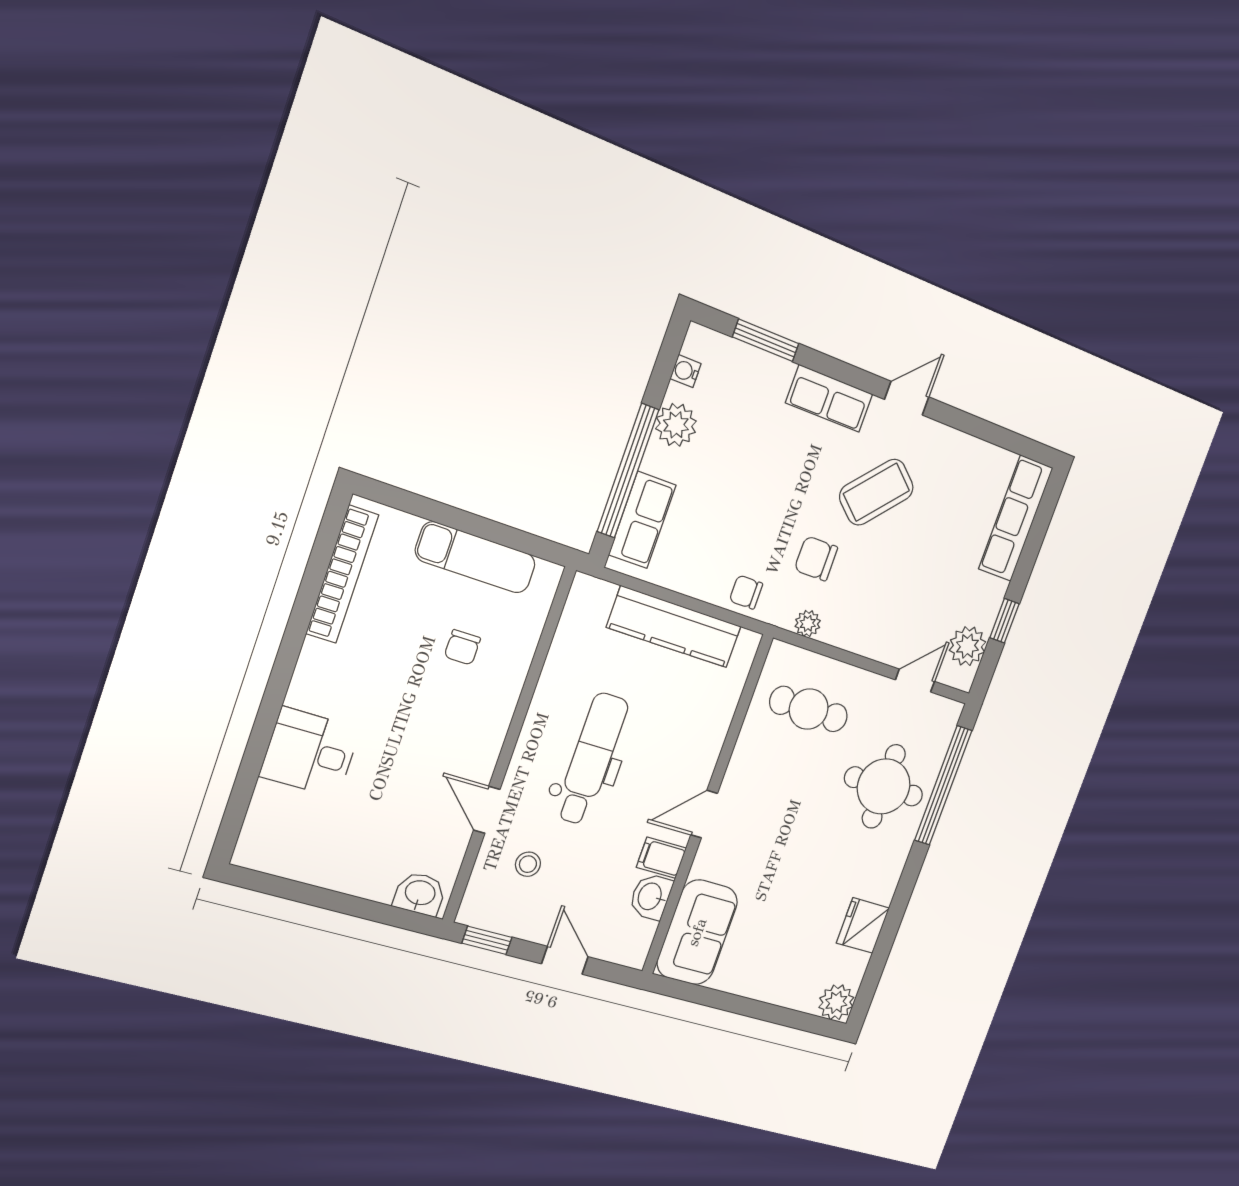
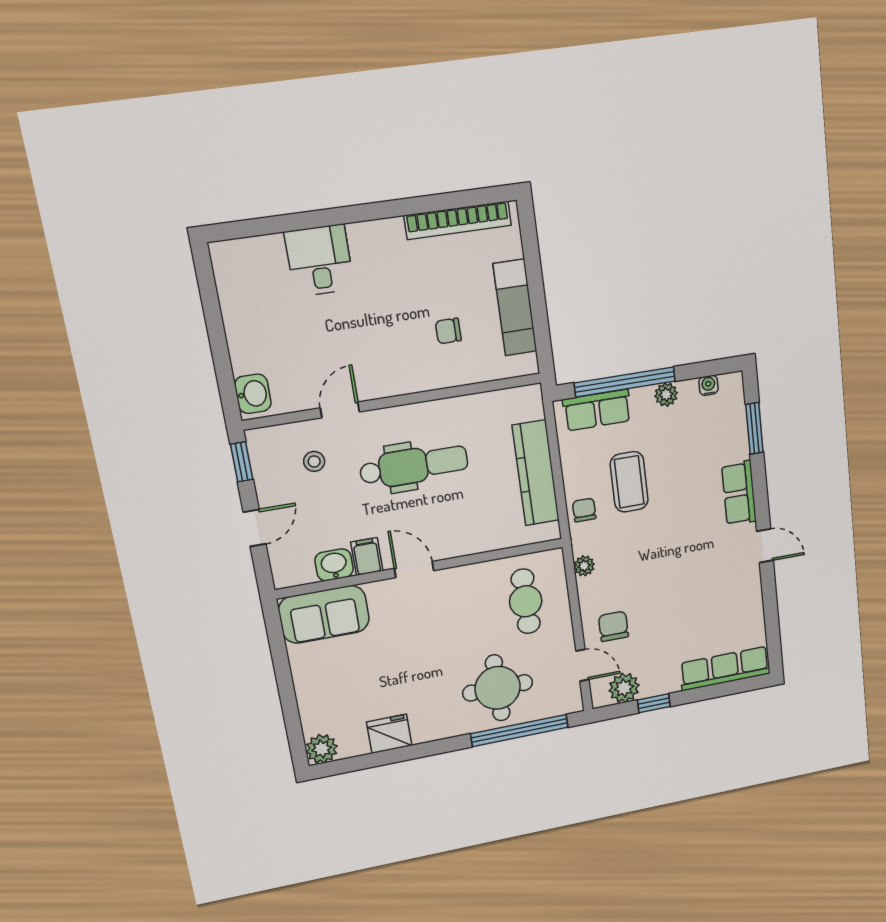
plant: (676, 425) -> (666, 395), width x0.73, depth x0.73
coffee table: (876, 492) -> (629, 482), moved, turned 48
chair: (816, 559) -> (613, 626), moved

